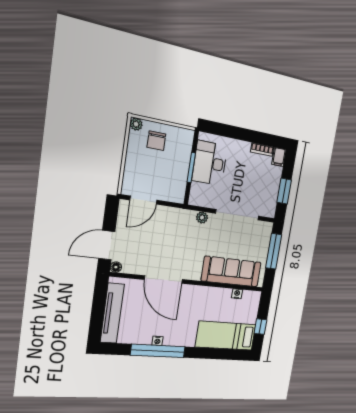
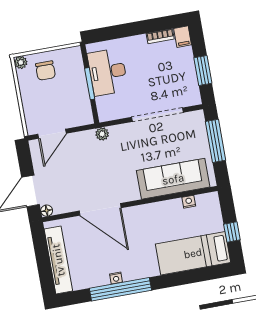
plant: (202, 218) -> (102, 134), moved

